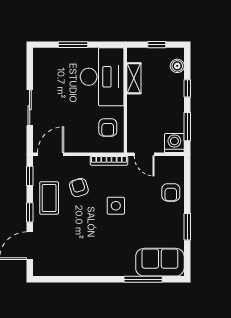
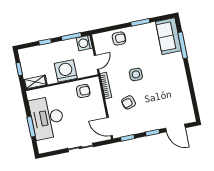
boiler: (177, 66) -> (31, 52), removed
desk: (102, 77) -> (47, 118), moved, turned -90
shelving: (134, 78) -> (35, 82), moved
washing machine: (141, 109) -> (66, 71), added
coffee table: (49, 198) -> (140, 121), removed

